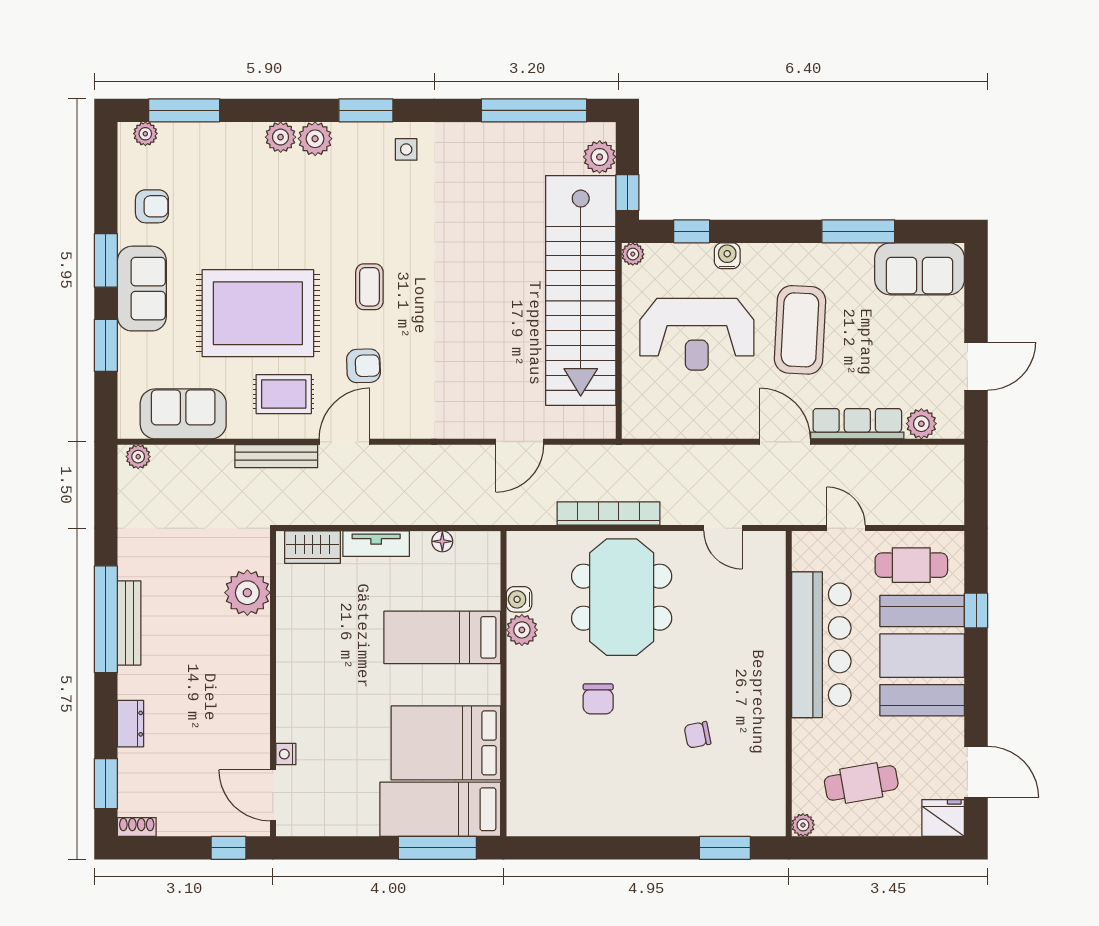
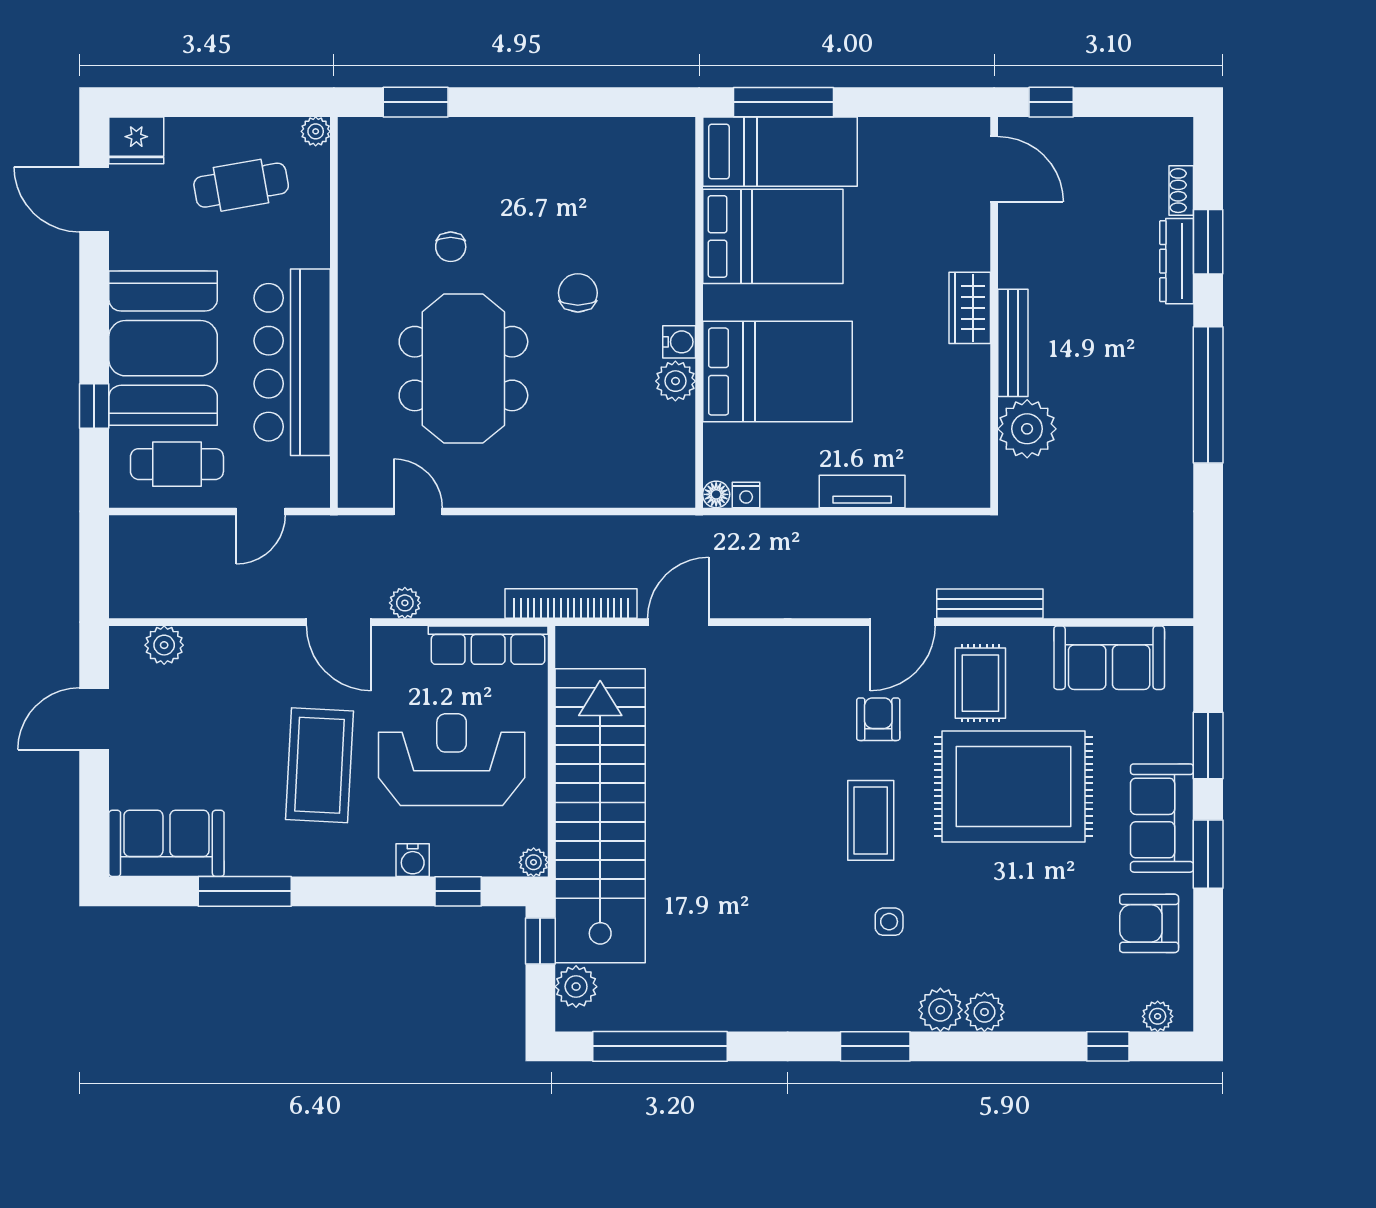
window: (184, 110) -> (1108, 1046), width x0.46
side table: (406, 149) -> (889, 922), moved
armchair: (152, 206) -> (1149, 923), width x1.38, depth x1.38
coffee table: (369, 287) -> (871, 820), width x1.36, depth x1.30
armchair: (363, 366) -> (878, 719), turned 92
rug: (284, 394) -> (980, 683), turned 90
row of seats: (857, 424) -> (488, 645), moved
plant: (138, 457) -> (405, 603), moved
bookcase: (608, 514) -> (571, 603), moved, turned 180
door: (846, 528) -> (261, 511), hinge flipped
floor lamp: (442, 541) -> (716, 494), moved
wardrobe: (313, 547) -> (970, 308), moved, turned -90
meeting table: (622, 597) -> (463, 369), moved
water cooler: (519, 599) -> (679, 342), moved
bench: (129, 623) -> (1013, 343), moved
bed: (442, 637) -> (777, 372), width x1.50
dresser: (130, 724) -> (1177, 261), width x1.44
chair: (698, 735) -> (451, 247), turned 101
nightstand: (286, 754) -> (746, 495), moved, turned 90
window: (106, 784) -> (1208, 242), moved
shoe rack: (137, 827) -> (1181, 191), moved, turned 90

